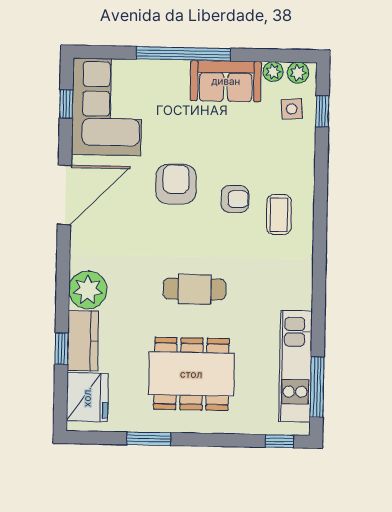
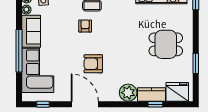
corner sofa: (107, 107) -> (38, 70), moved, turned 90
armchair: (176, 184) -> (93, 64), moved
cafe table: (195, 289) -> (127, 44), removed
dining table: (191, 374) -> (166, 44), width x0.73

